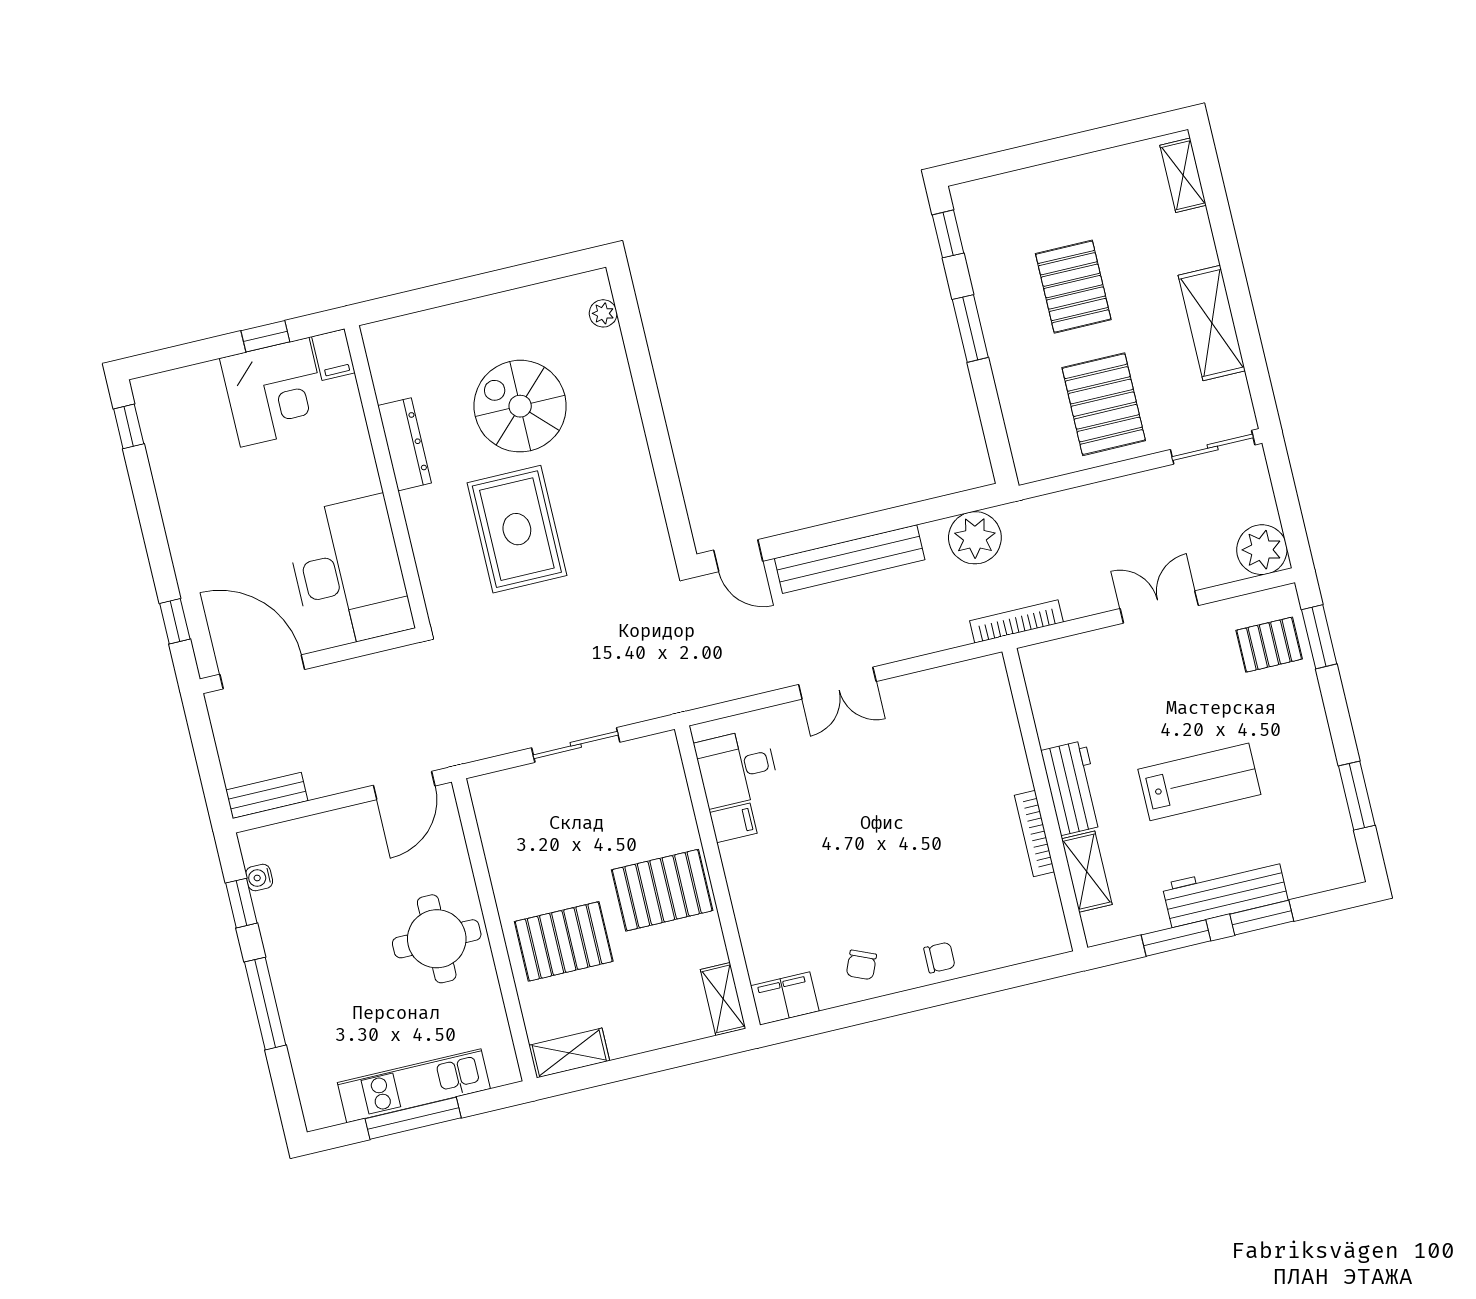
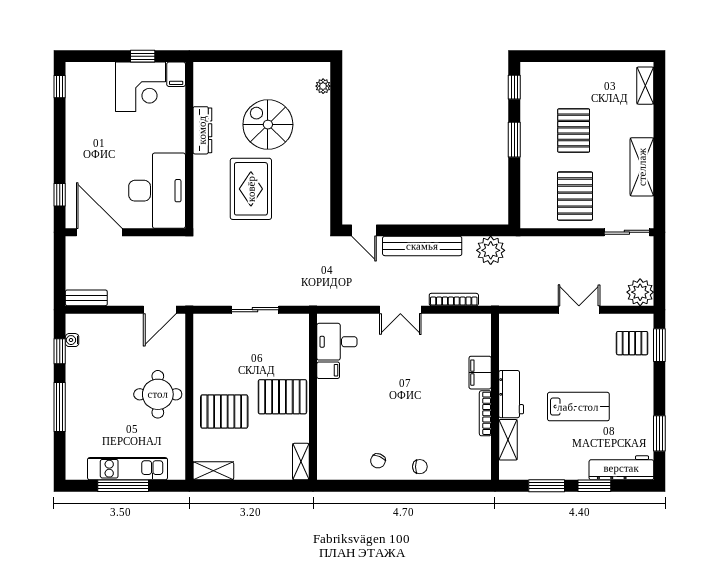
bookcase: (1016, 621) -> (454, 300), moved
workbench: (1225, 892) -> (621, 468), moved
filing cabinet: (785, 998) -> (480, 373), moved, turned -90

